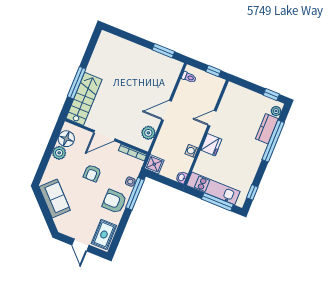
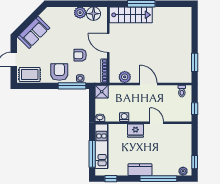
kitchen counter: (267, 129) -> (140, 170), moved
armchair: (92, 173) -> (80, 55), moved
sofa: (55, 198) -> (34, 32), moved

